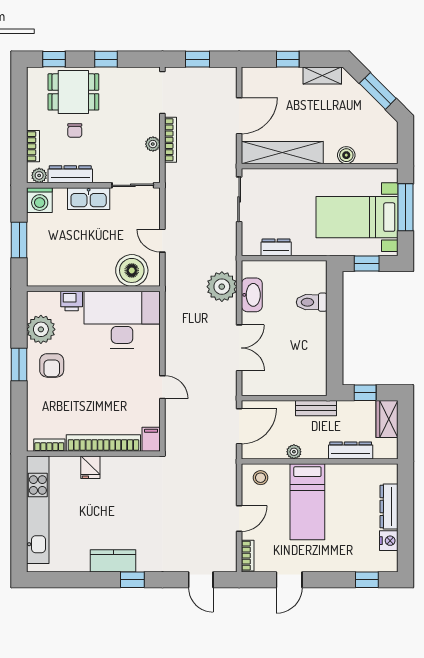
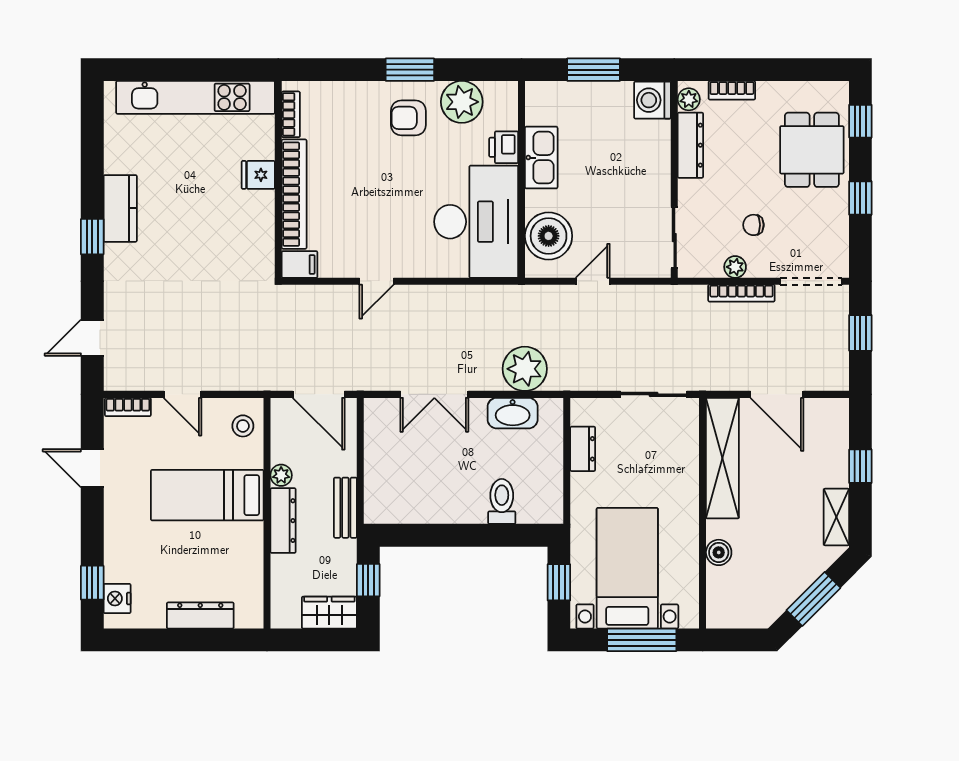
chair: (75, 131) -> (753, 225), moved
kitchen sink: (89, 199) -> (541, 158), moved, turned 180
dresser: (351, 450) -> (283, 521), moved
nightstand: (389, 541) -> (117, 599), moved, turned 90

